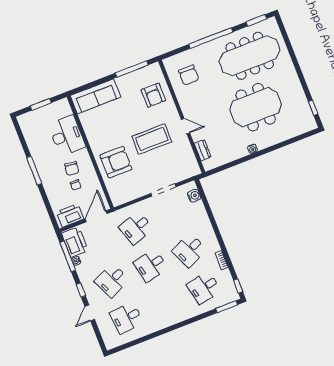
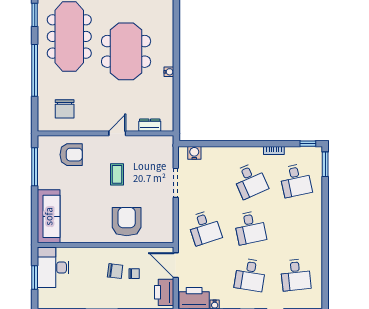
chair: (189, 75) -> (65, 109), turned 90
desk: (67, 136) -> (53, 267), moved, turned -90
coffee table: (152, 139) -> (117, 174), width x0.54, depth x0.58
desk: (112, 280) -> (250, 275), turned 33

